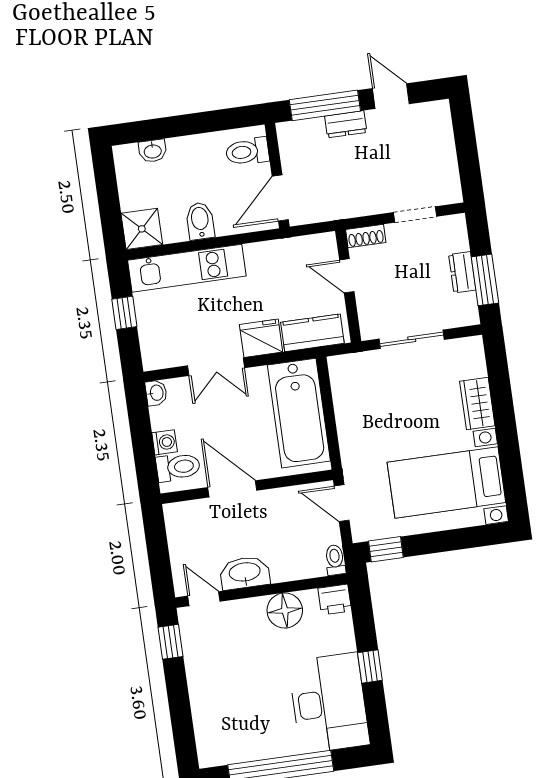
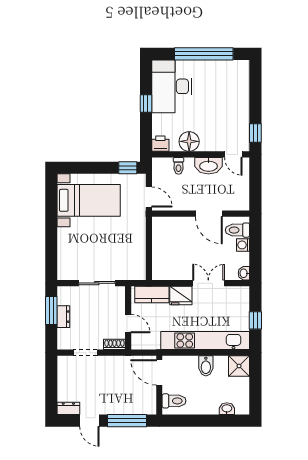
dresser: (346, 124) -> (68, 408), moved
door: (280, 198) -> (159, 372), swing flipped
kitchen unit: (187, 268) -> (205, 340), width x1.36
wardrobe: (477, 404) -> (65, 242), removed
bathtub: (299, 413) -> (166, 251), removed
toilet: (335, 560) -> (179, 166), moved

